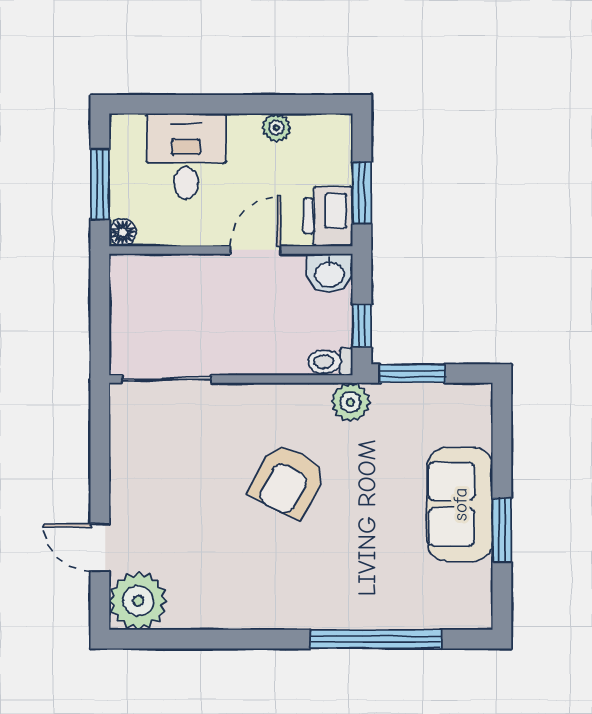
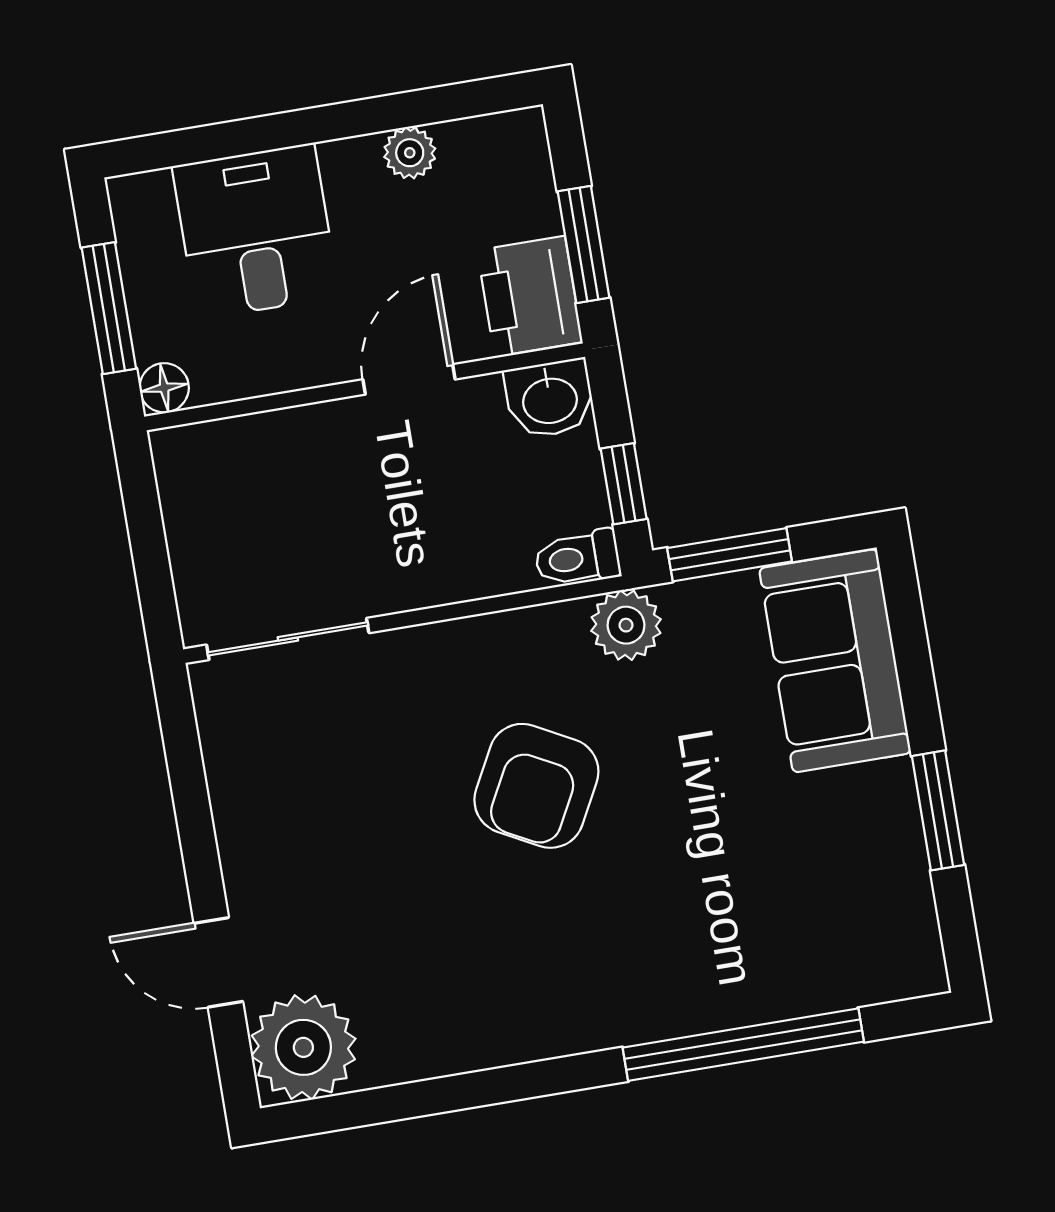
sofa: (460, 504) -> (835, 661), moved

